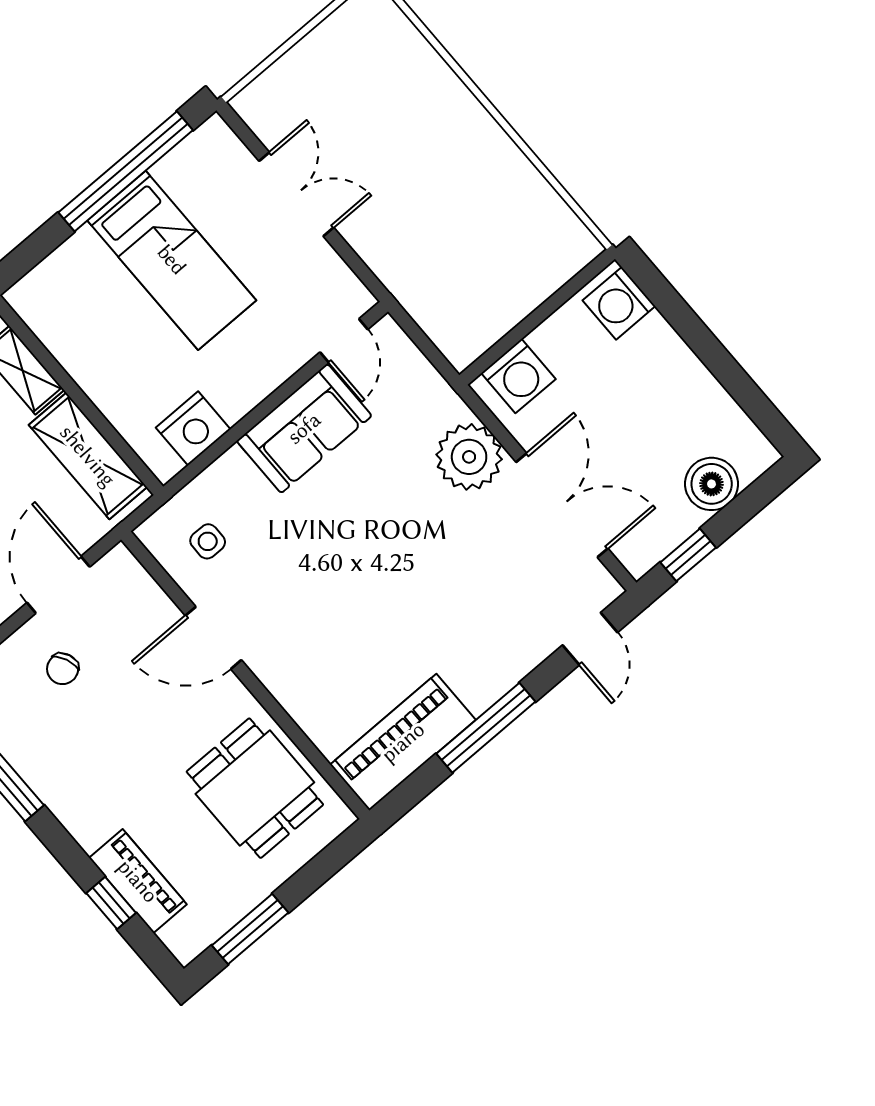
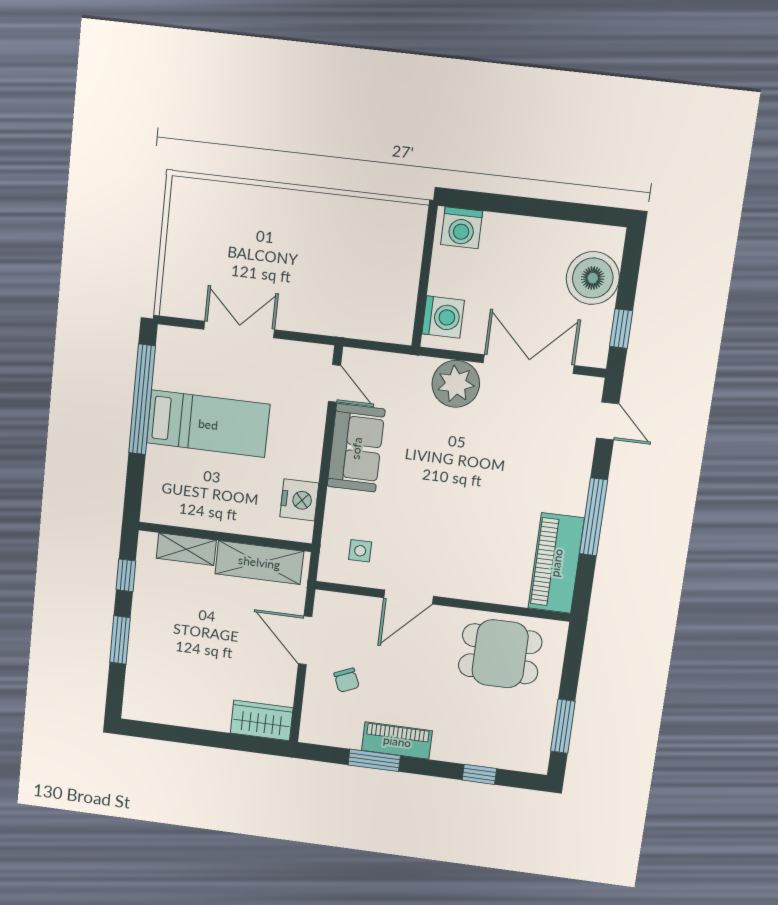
boiler: (712, 484) -> (593, 278), width x1.37, depth x1.37
piano: (138, 881) -> (397, 741), moved

